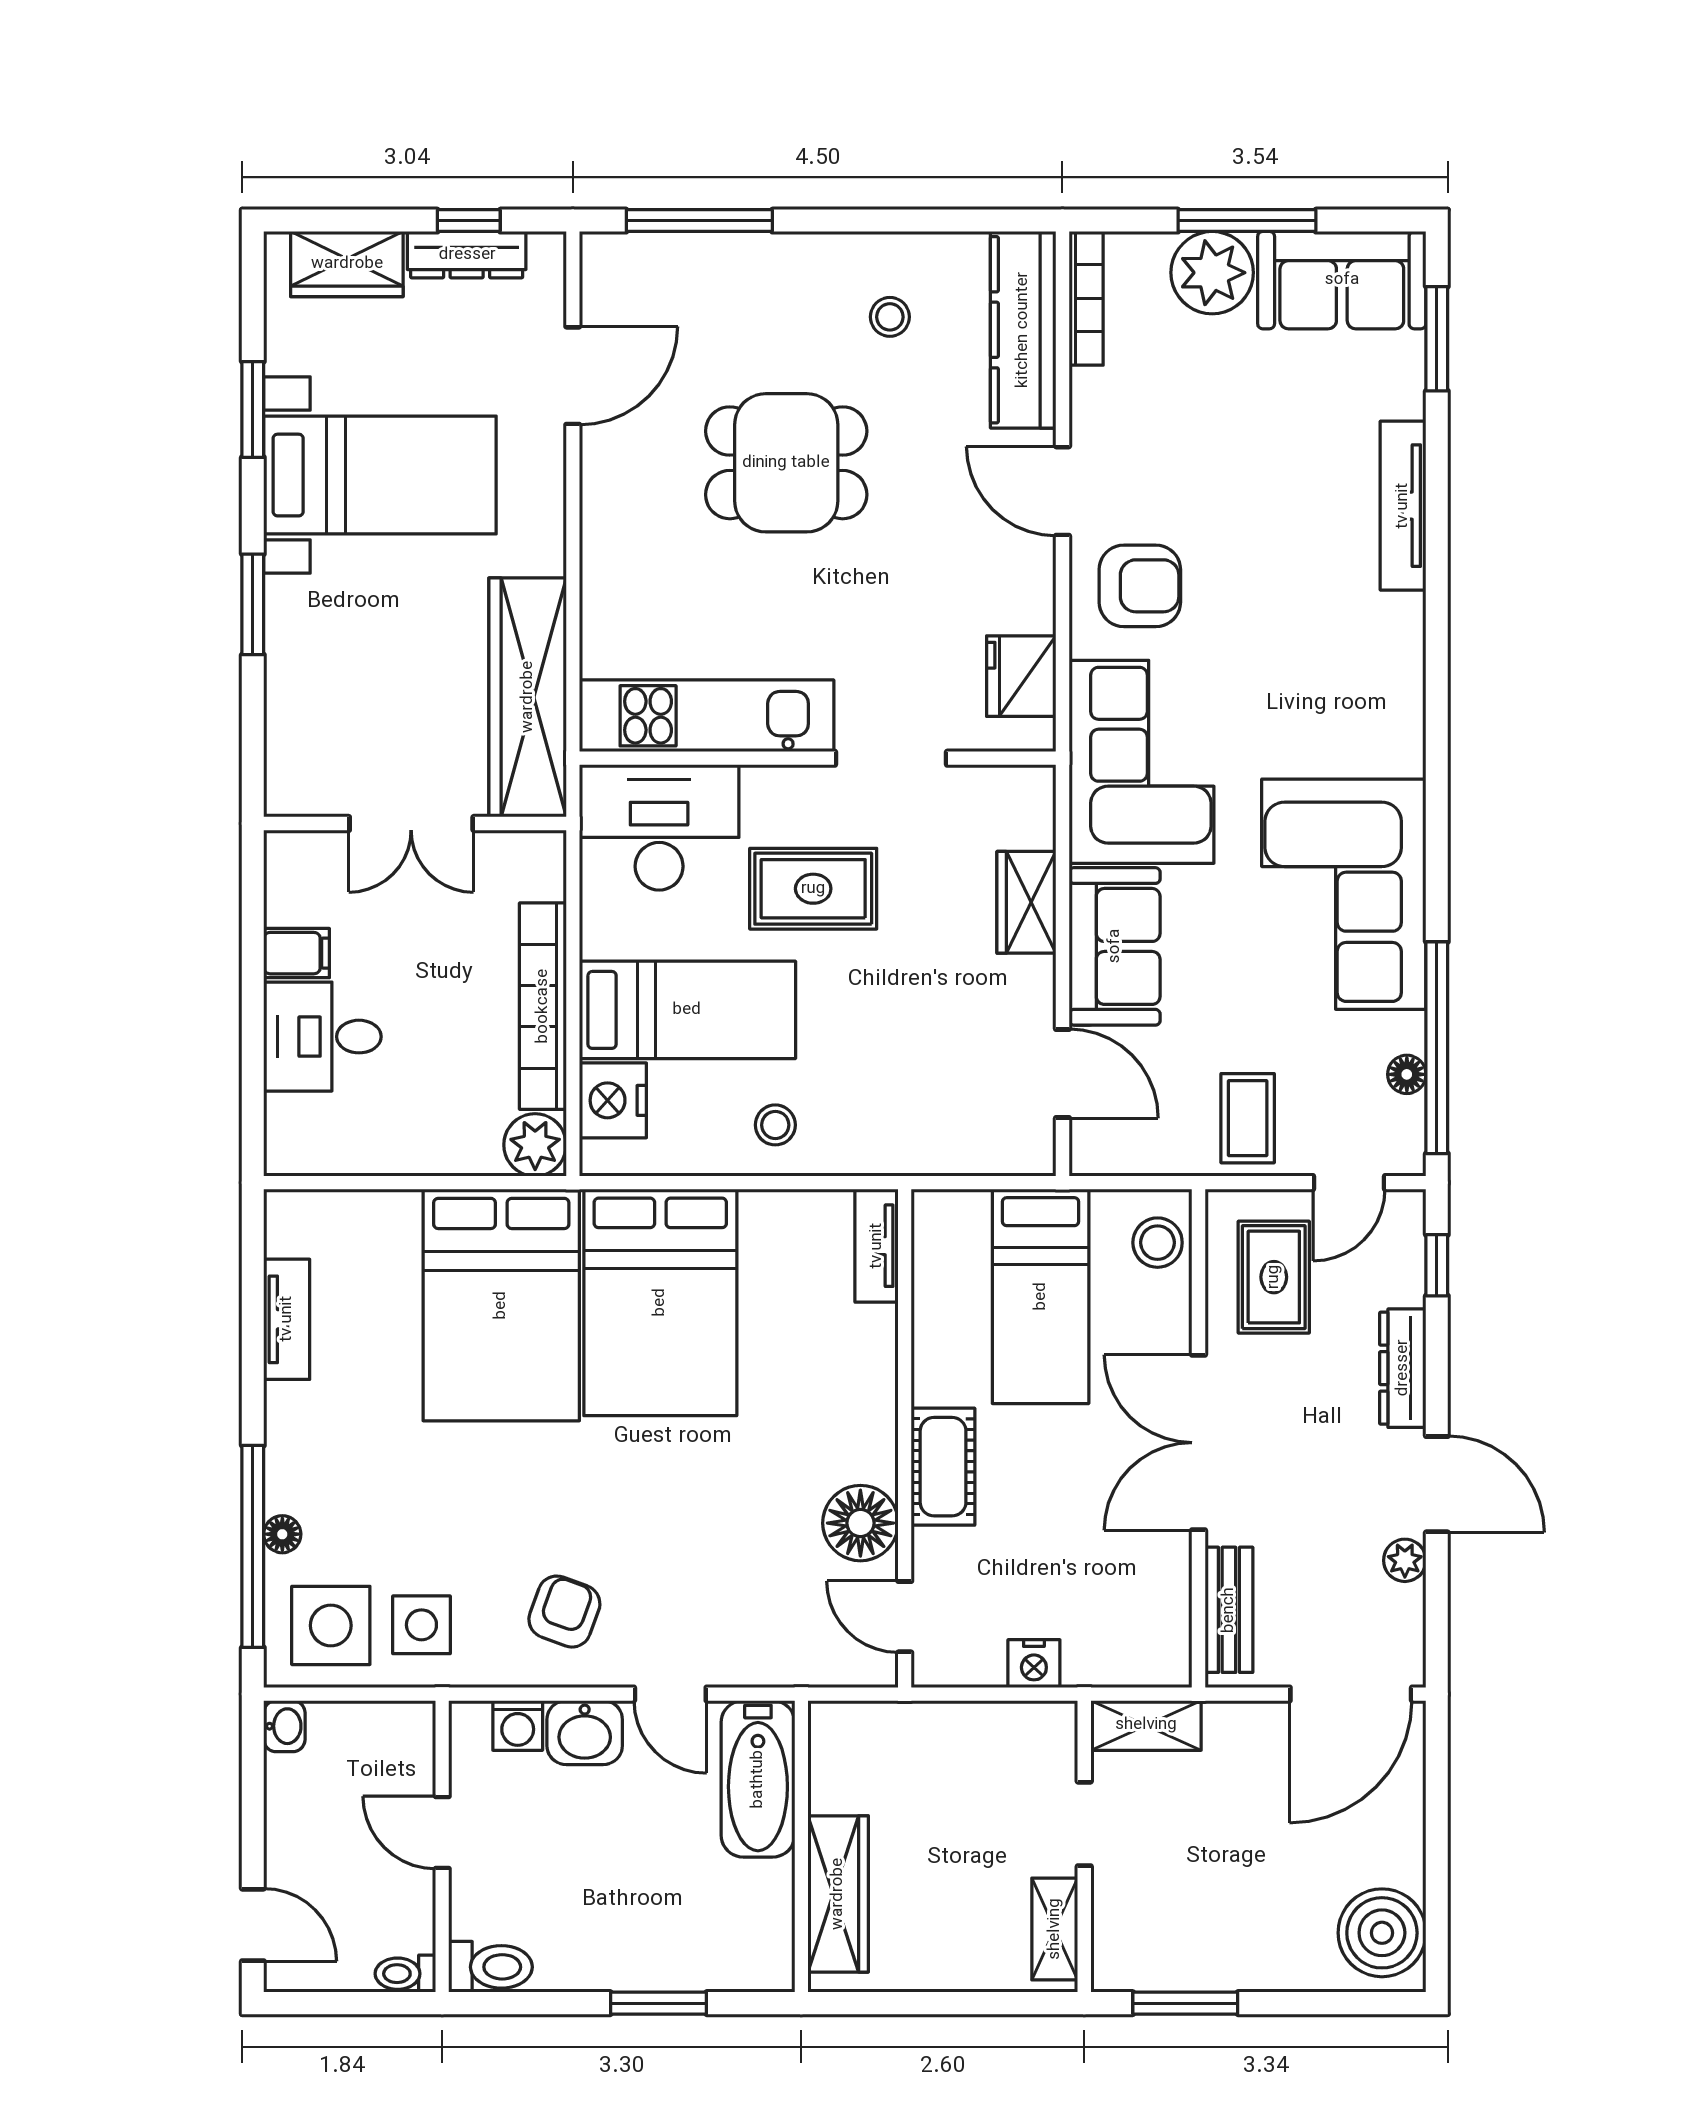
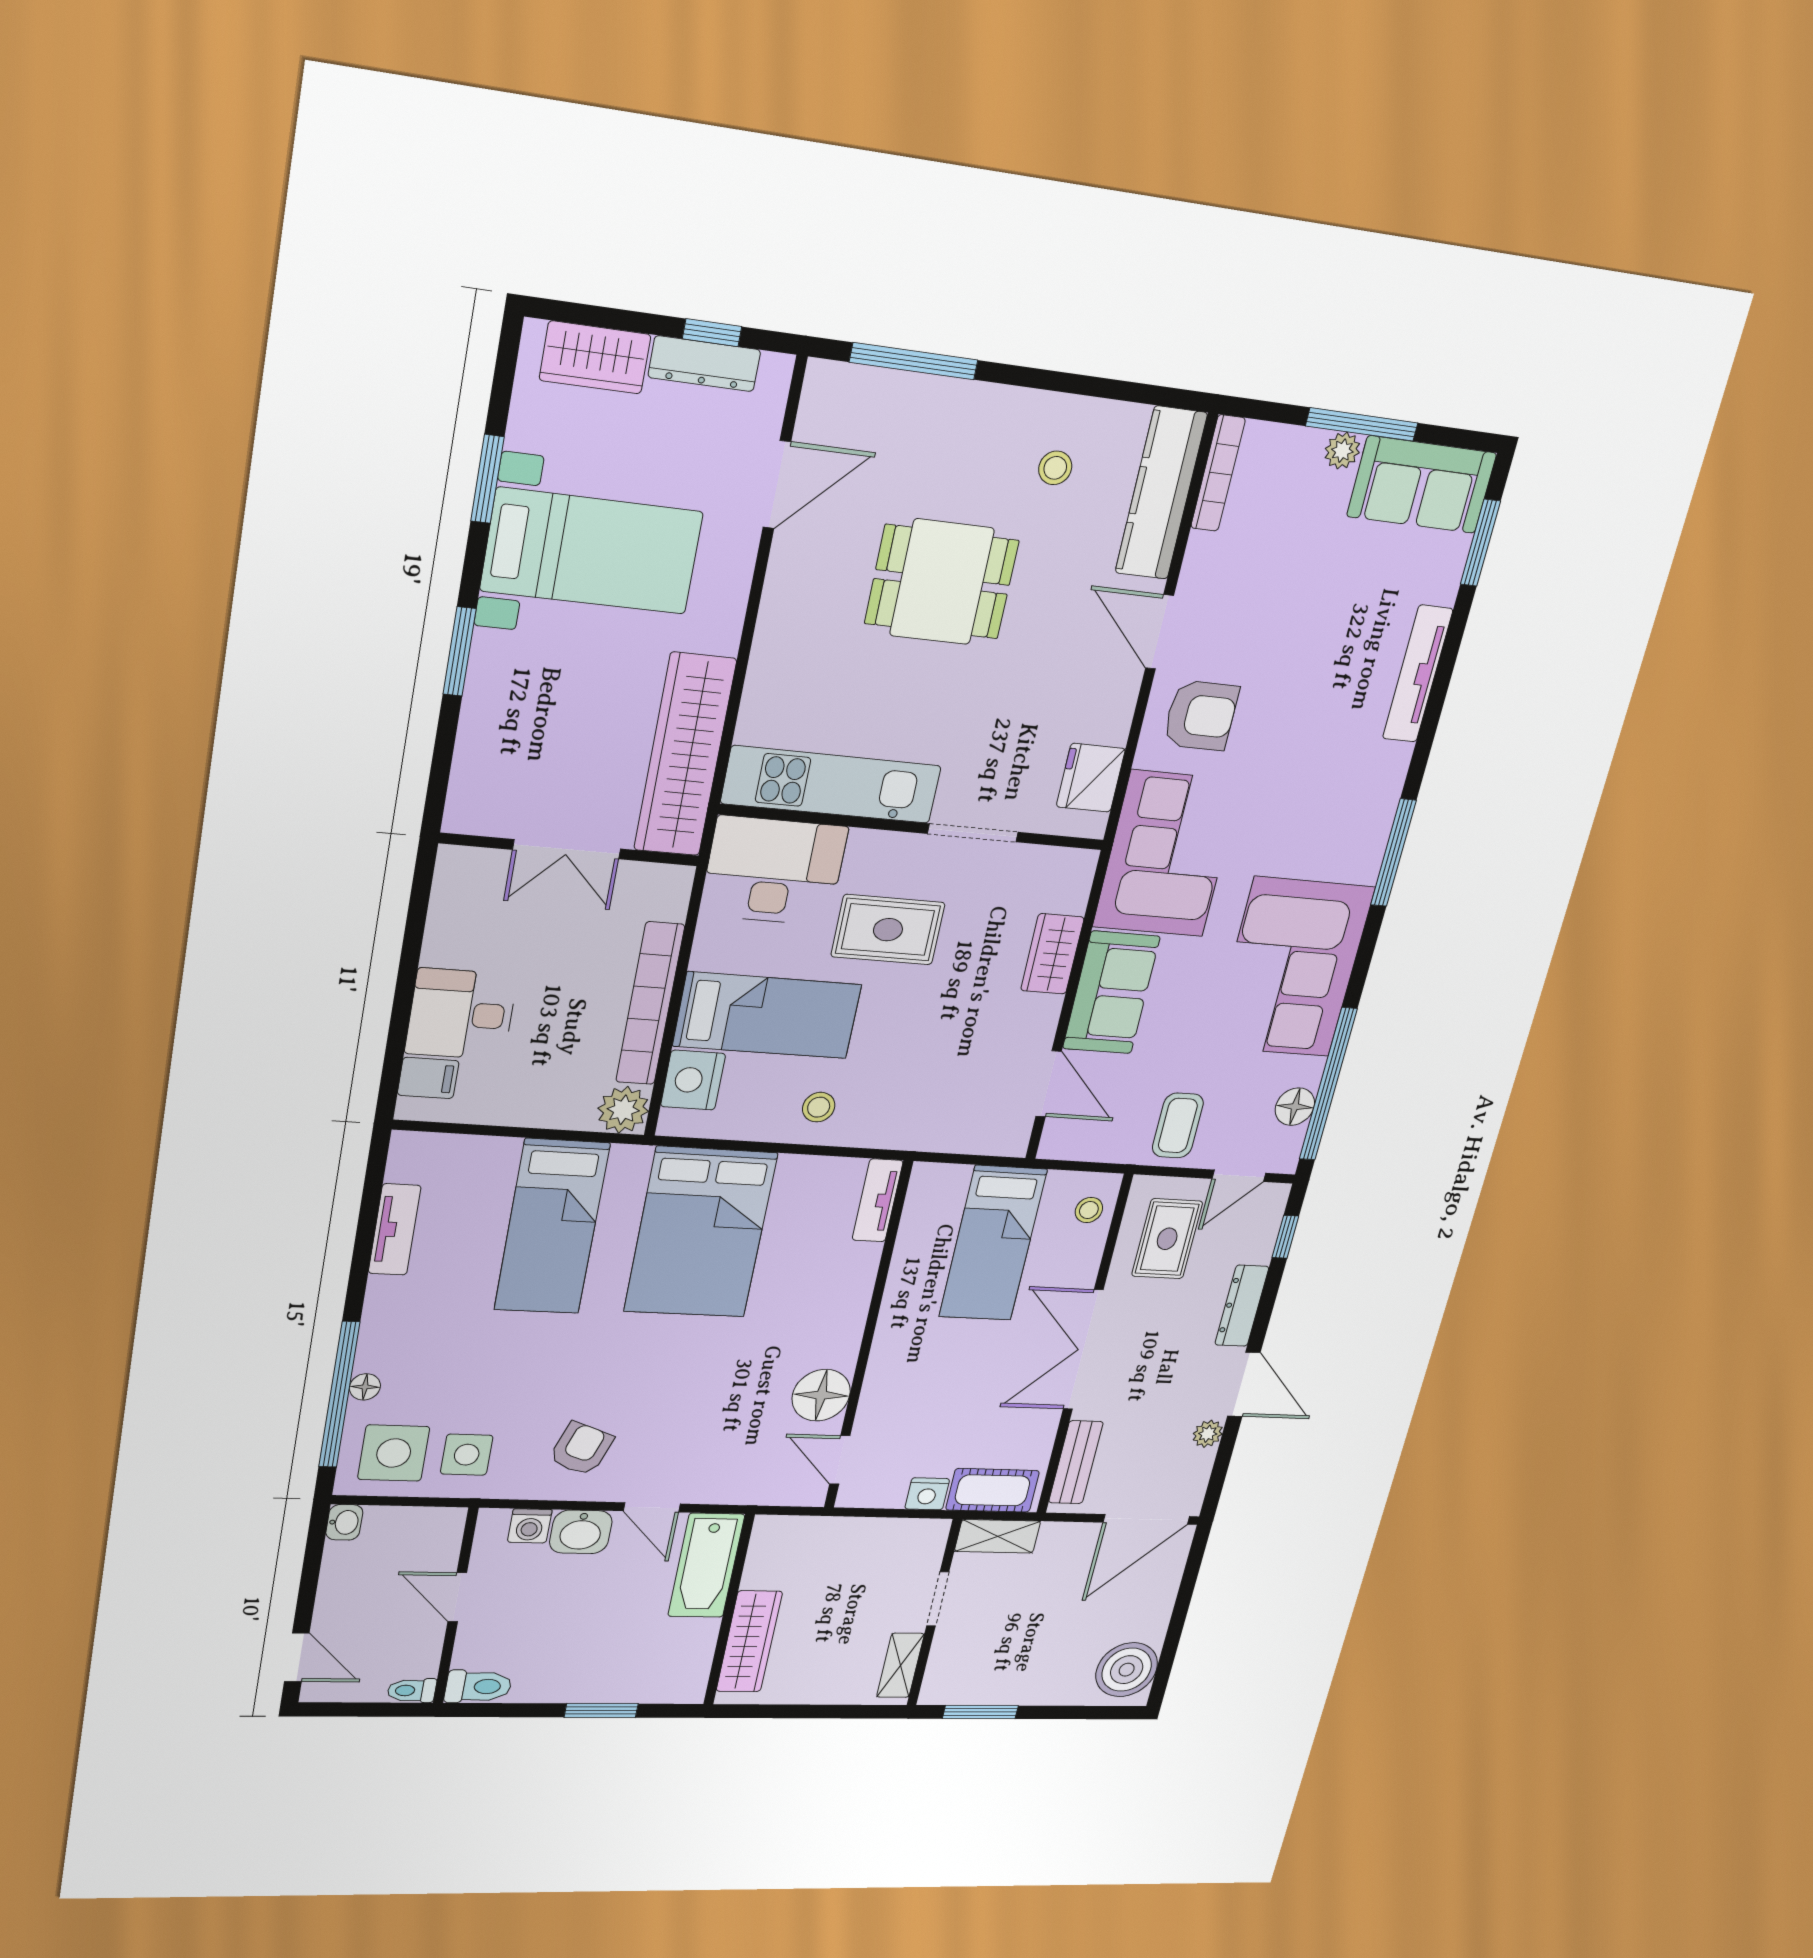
plant: (1212, 273) -> (1342, 451), width x0.53, depth x0.53
window: (1437, 733) -> (1393, 853), added
filing cabinet: (297, 953) -> (428, 1078), moved
floor lamp: (1407, 1074) -> (1295, 1107), width x1.37, depth x1.37
stool: (1158, 1243) -> (1089, 1210), width x0.73, depth x0.73
bed: (501, 1305) -> (552, 1227), width x0.67
cot: (943, 1467) -> (993, 1490), moved, turned 90

